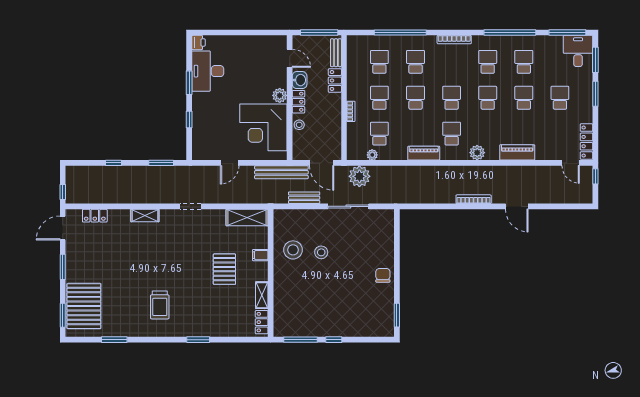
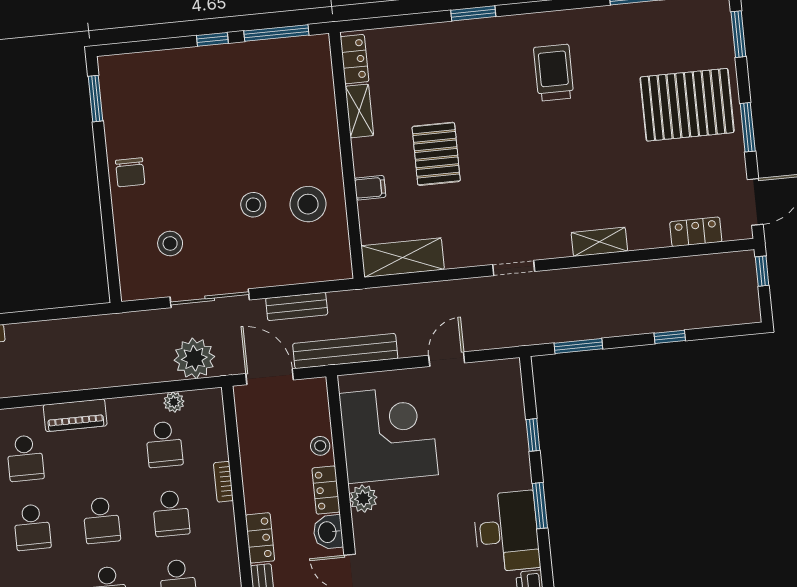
stool: (366, 237) -> (170, 243), added
pallet: (84, 306) -> (687, 105), moved, turned 90

